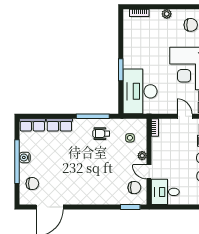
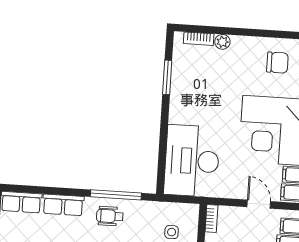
plant: (167, 14) -> (222, 42), moved
window: (121, 70) -> (167, 77), moved
wheelchair: (101, 134) -> (110, 216), moved

